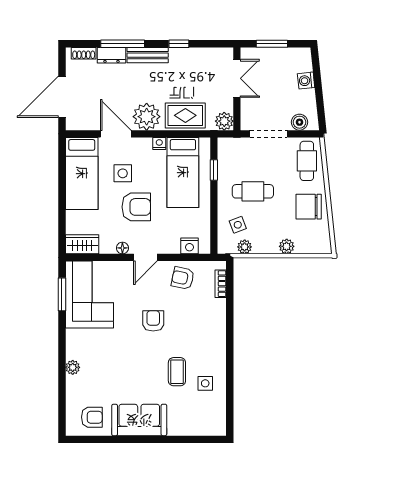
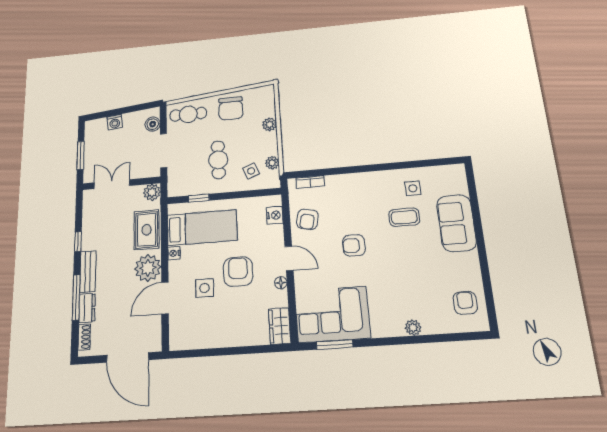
bed: (82, 173) -> (206, 331), removed
sofa: (139, 420) -> (456, 223), moved

